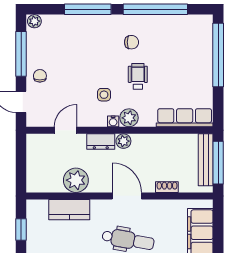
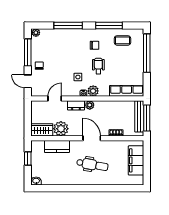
window: (155, 9) -> (109, 25), width x0.68
coffee table: (178, 34) -> (122, 40), added
wardrobe: (44, 182) -> (42, 130), added

